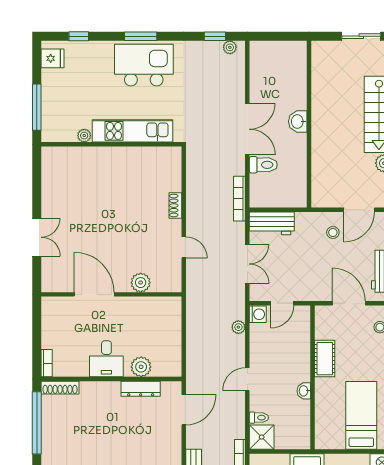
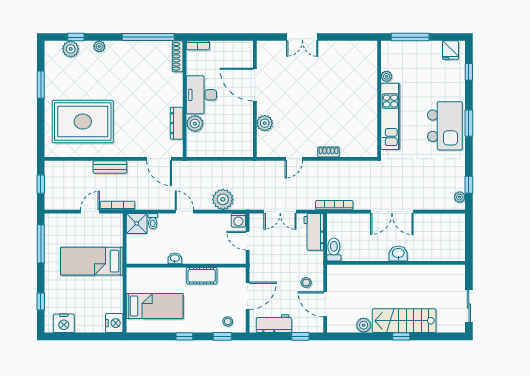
toilet: (263, 165) -> (334, 249), moved, turned 180
door: (94, 294) -> (255, 85), swing flipped
plant: (238, 327) -> (223, 199), width x1.88, depth x1.88
desk: (106, 359) -> (201, 95), width x1.37

